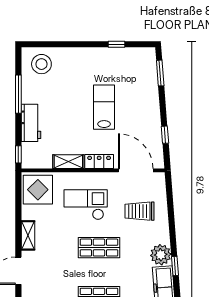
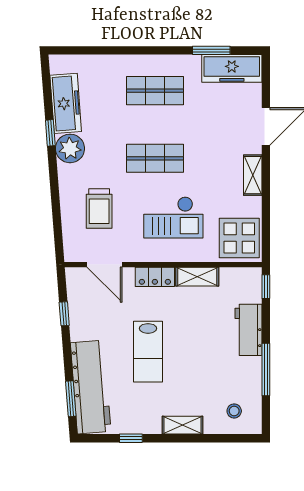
shelving: (79, 54) -> (183, 425), added
stool: (41, 64) -> (234, 411), width x0.53, depth x0.53
workbench: (146, 81) -> (91, 387), added
door: (136, 170) -> (104, 265), width x0.73
trolley: (140, 211) -> (99, 208), turned 90

